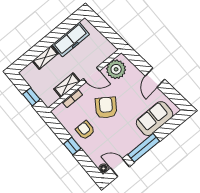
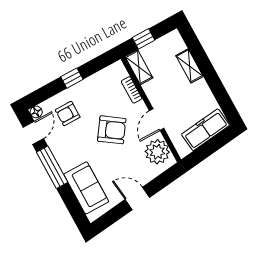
freezer: (71, 40) -> (205, 130), moved, turned 84
shelving: (67, 85) -> (139, 67), moved
armchair: (85, 130) -> (68, 114), moved, turned 180

